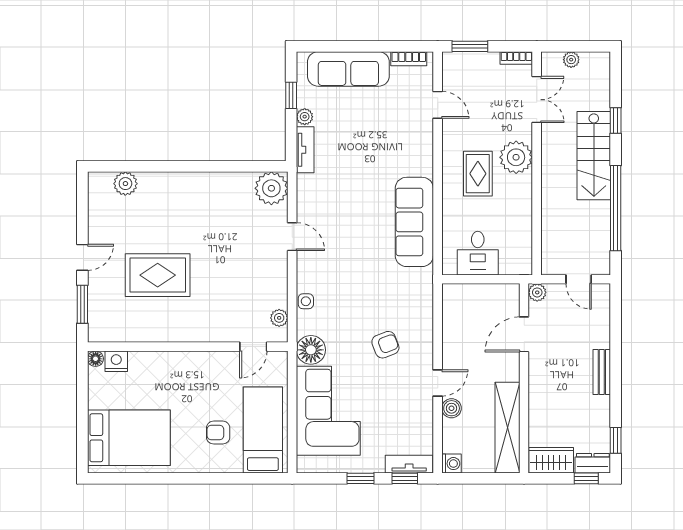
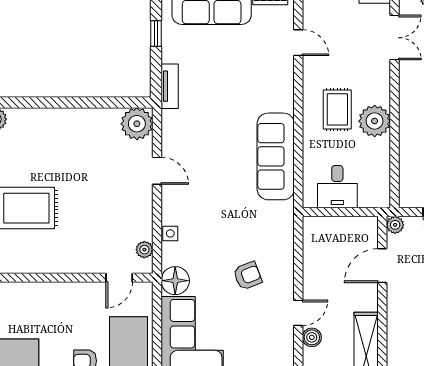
plant: (305, 117) -> (169, 54), removed
plant: (516, 157) -> (375, 121), moved

